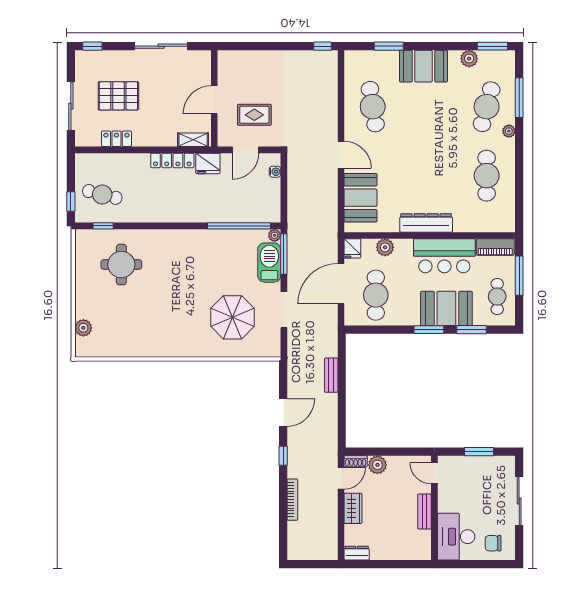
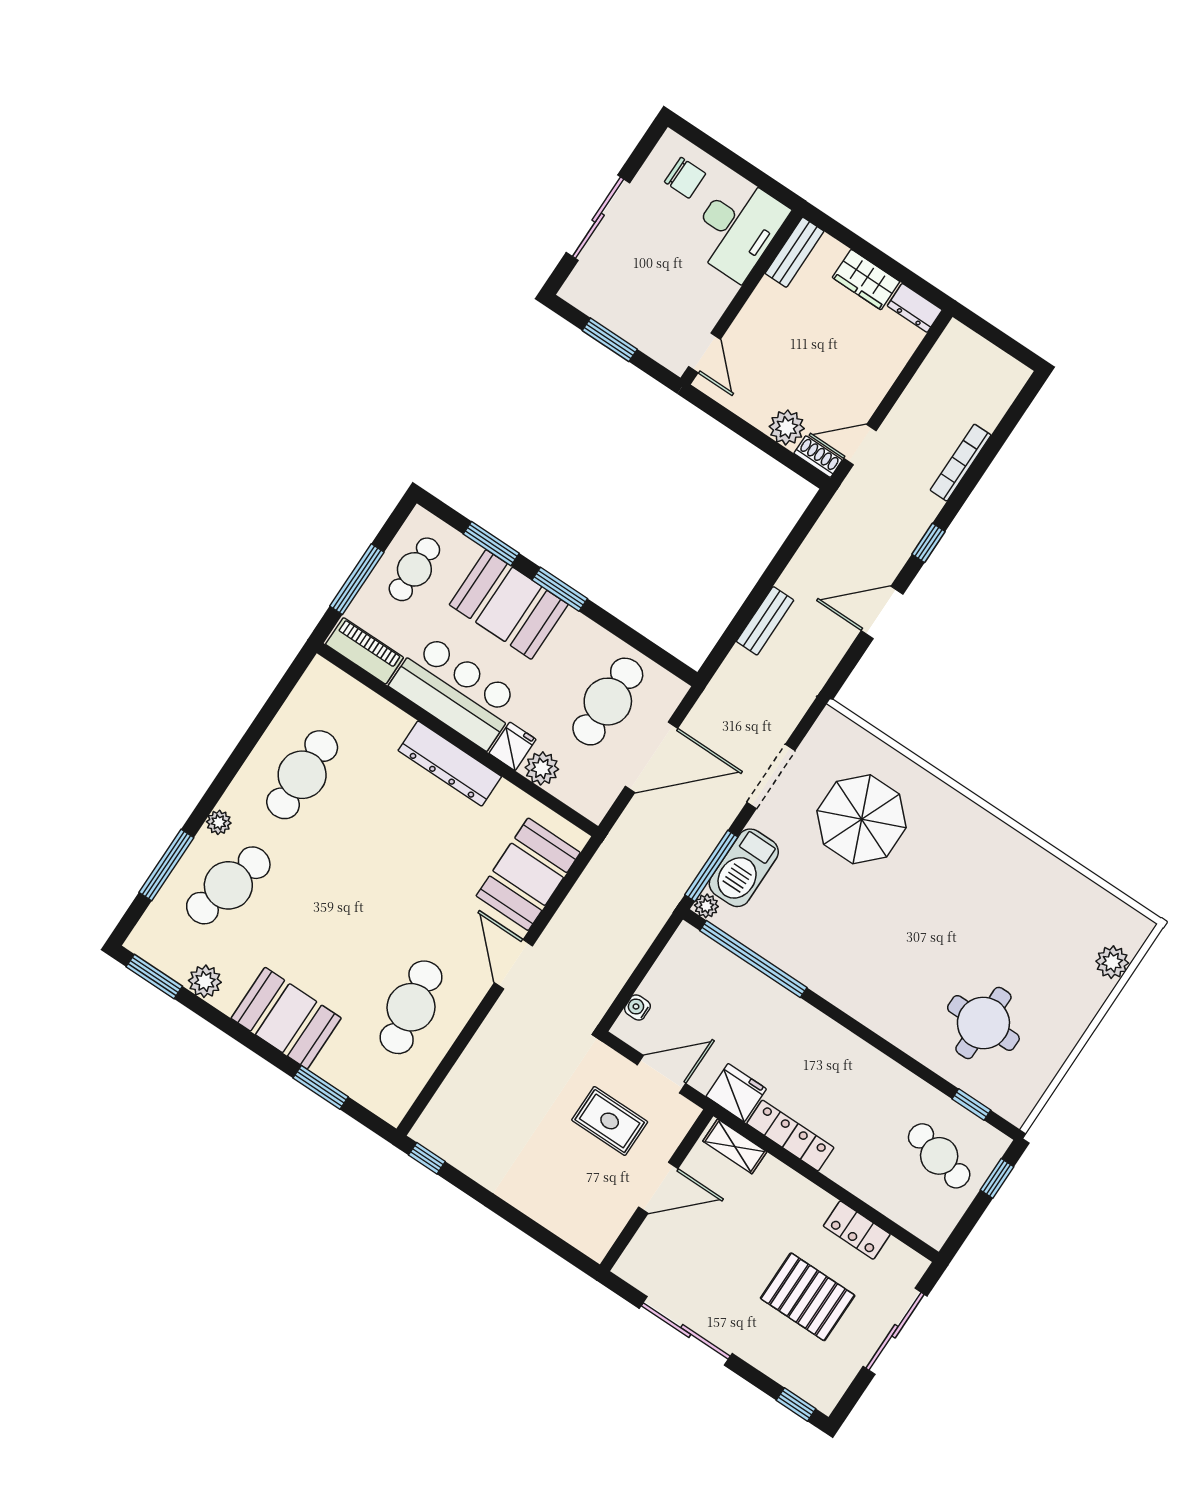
fridge: (352, 248) -> (513, 746), moved
wardrobe: (353, 508) -> (866, 280), moved, turned -90
bench: (424, 512) -> (794, 252), moved

